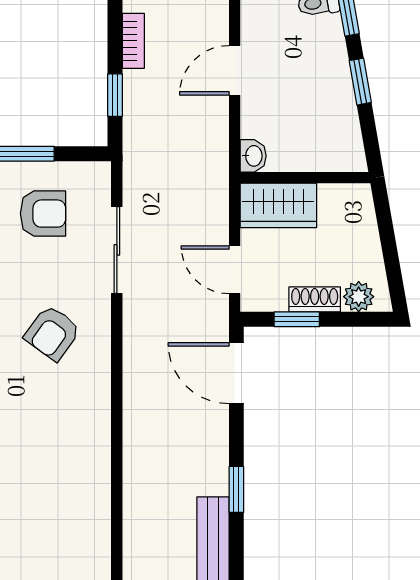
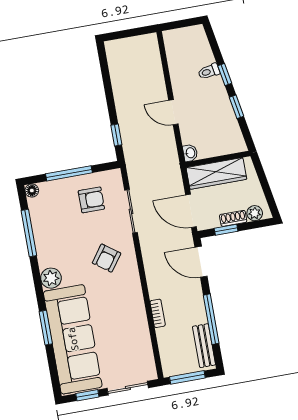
bookcase: (133, 41) -> (158, 313), moved
door: (235, 70) -> (173, 112), hinge flipped
wardrobe: (278, 205) -> (216, 173), width x1.50
door: (235, 270) -> (191, 211), width x1.38
window: (236, 489) -> (211, 319), width x2.17

